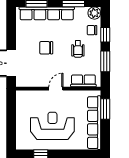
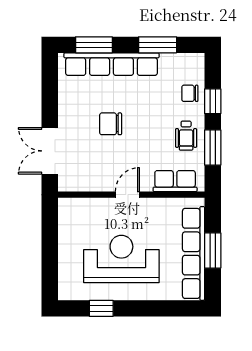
plant: (94, 13) -> (194, 64), removed
wheelchair: (78, 49) -> (186, 136), moved
window: (105, 109) -> (213, 250), moved

